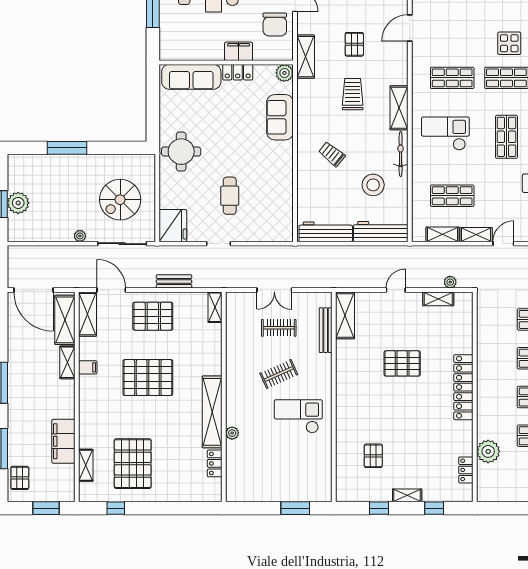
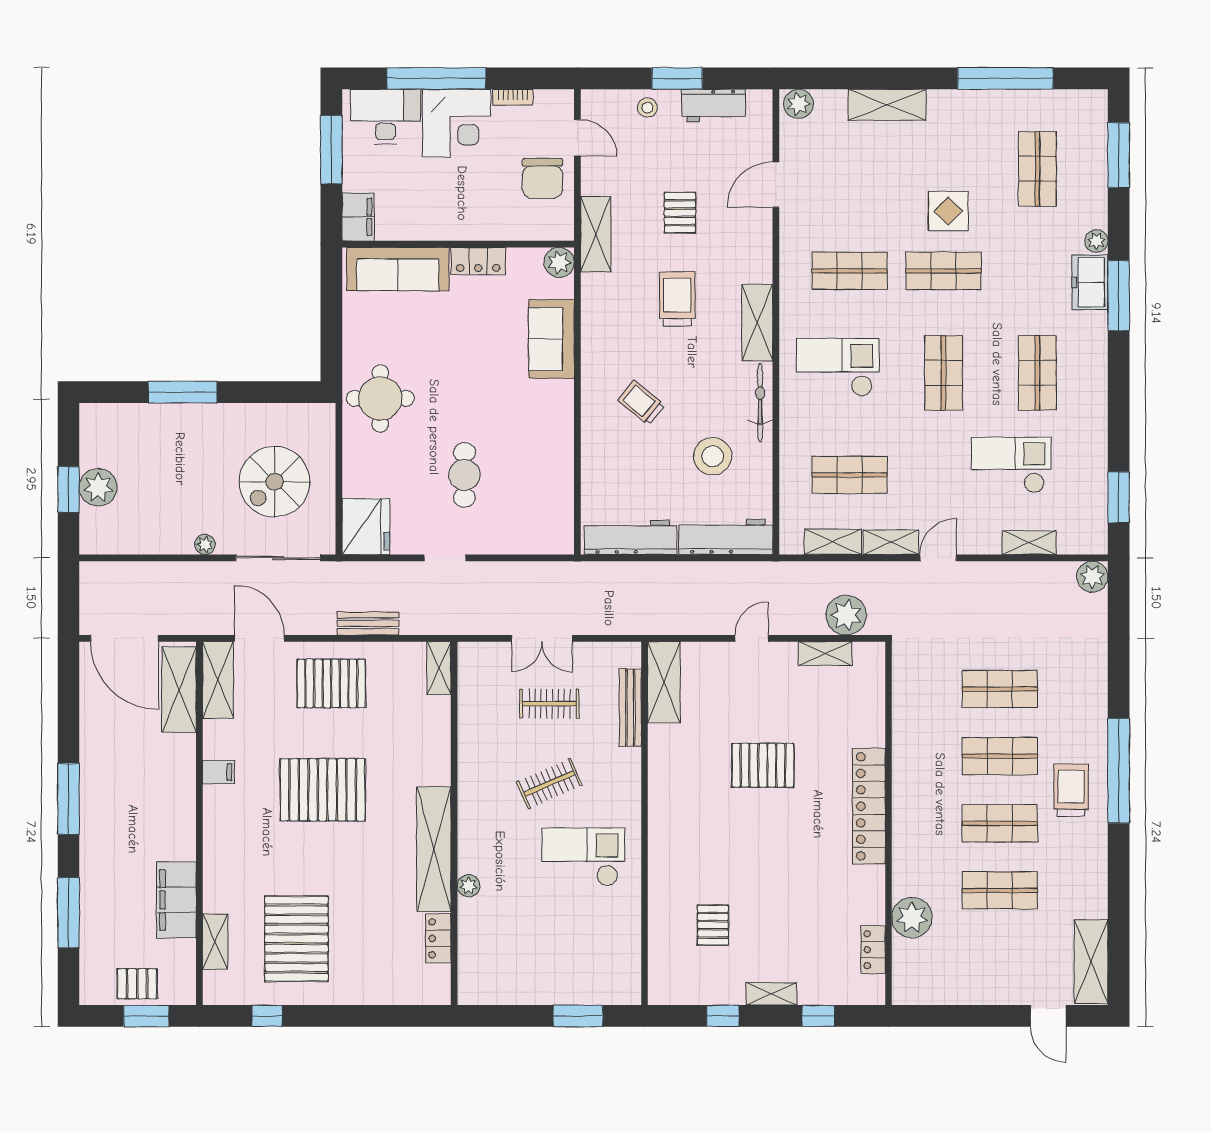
filing cabinet: (239, 51) -> (358, 217), moved, turned 90
plant: (450, 282) -> (846, 615), width x1.87, depth x1.87
shelving: (67, 362) -> (183, 763), removed
pallet: (20, 478) -> (137, 984), moved, turned 90

